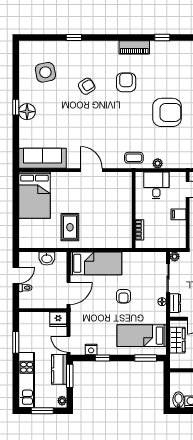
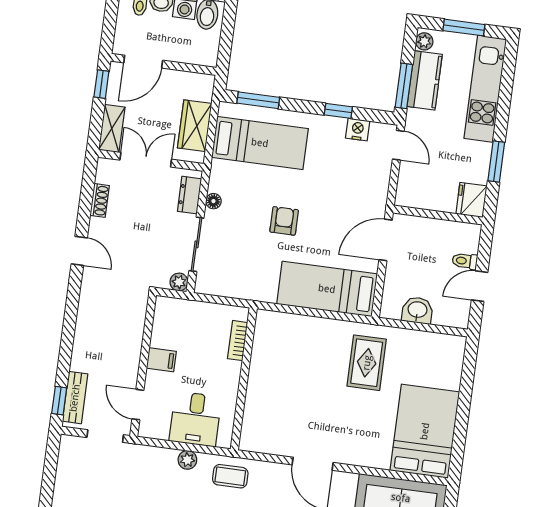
fridge: (58, 319) -> (471, 200), moved, turned -90
kitchen counter: (59, 369) -> (425, 80), moved

